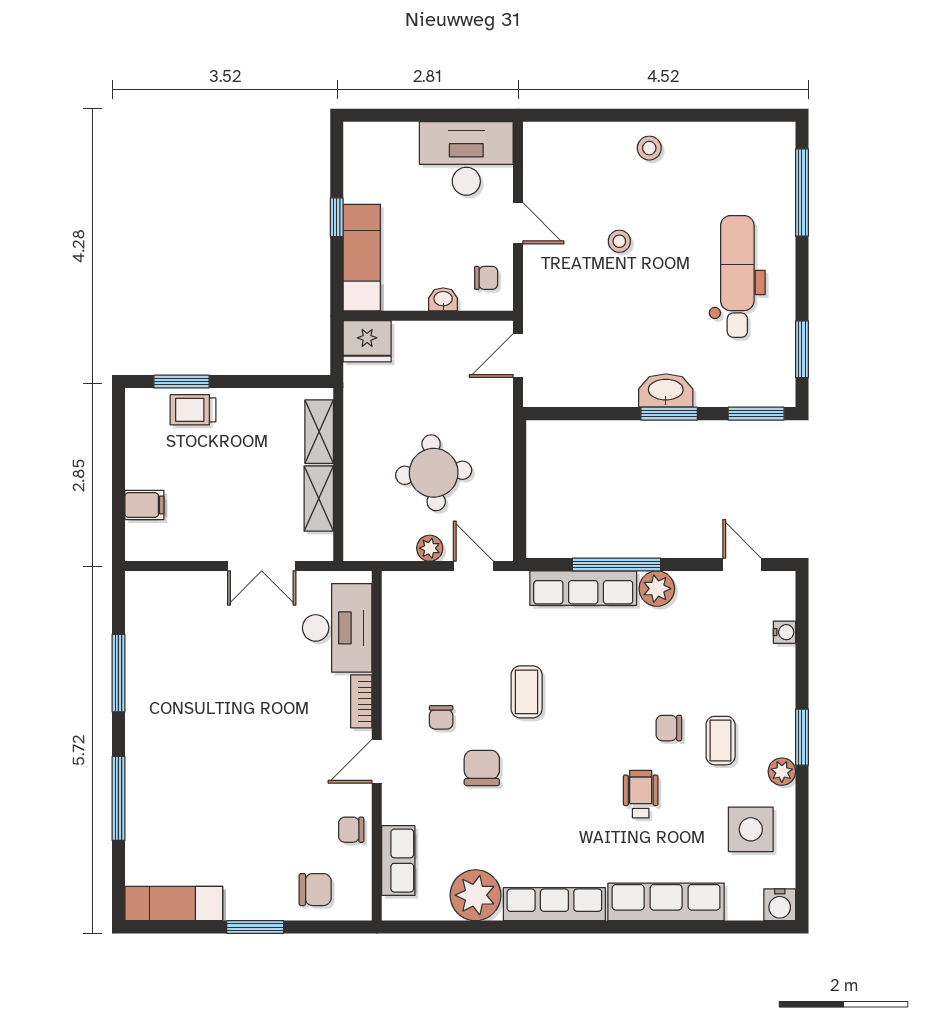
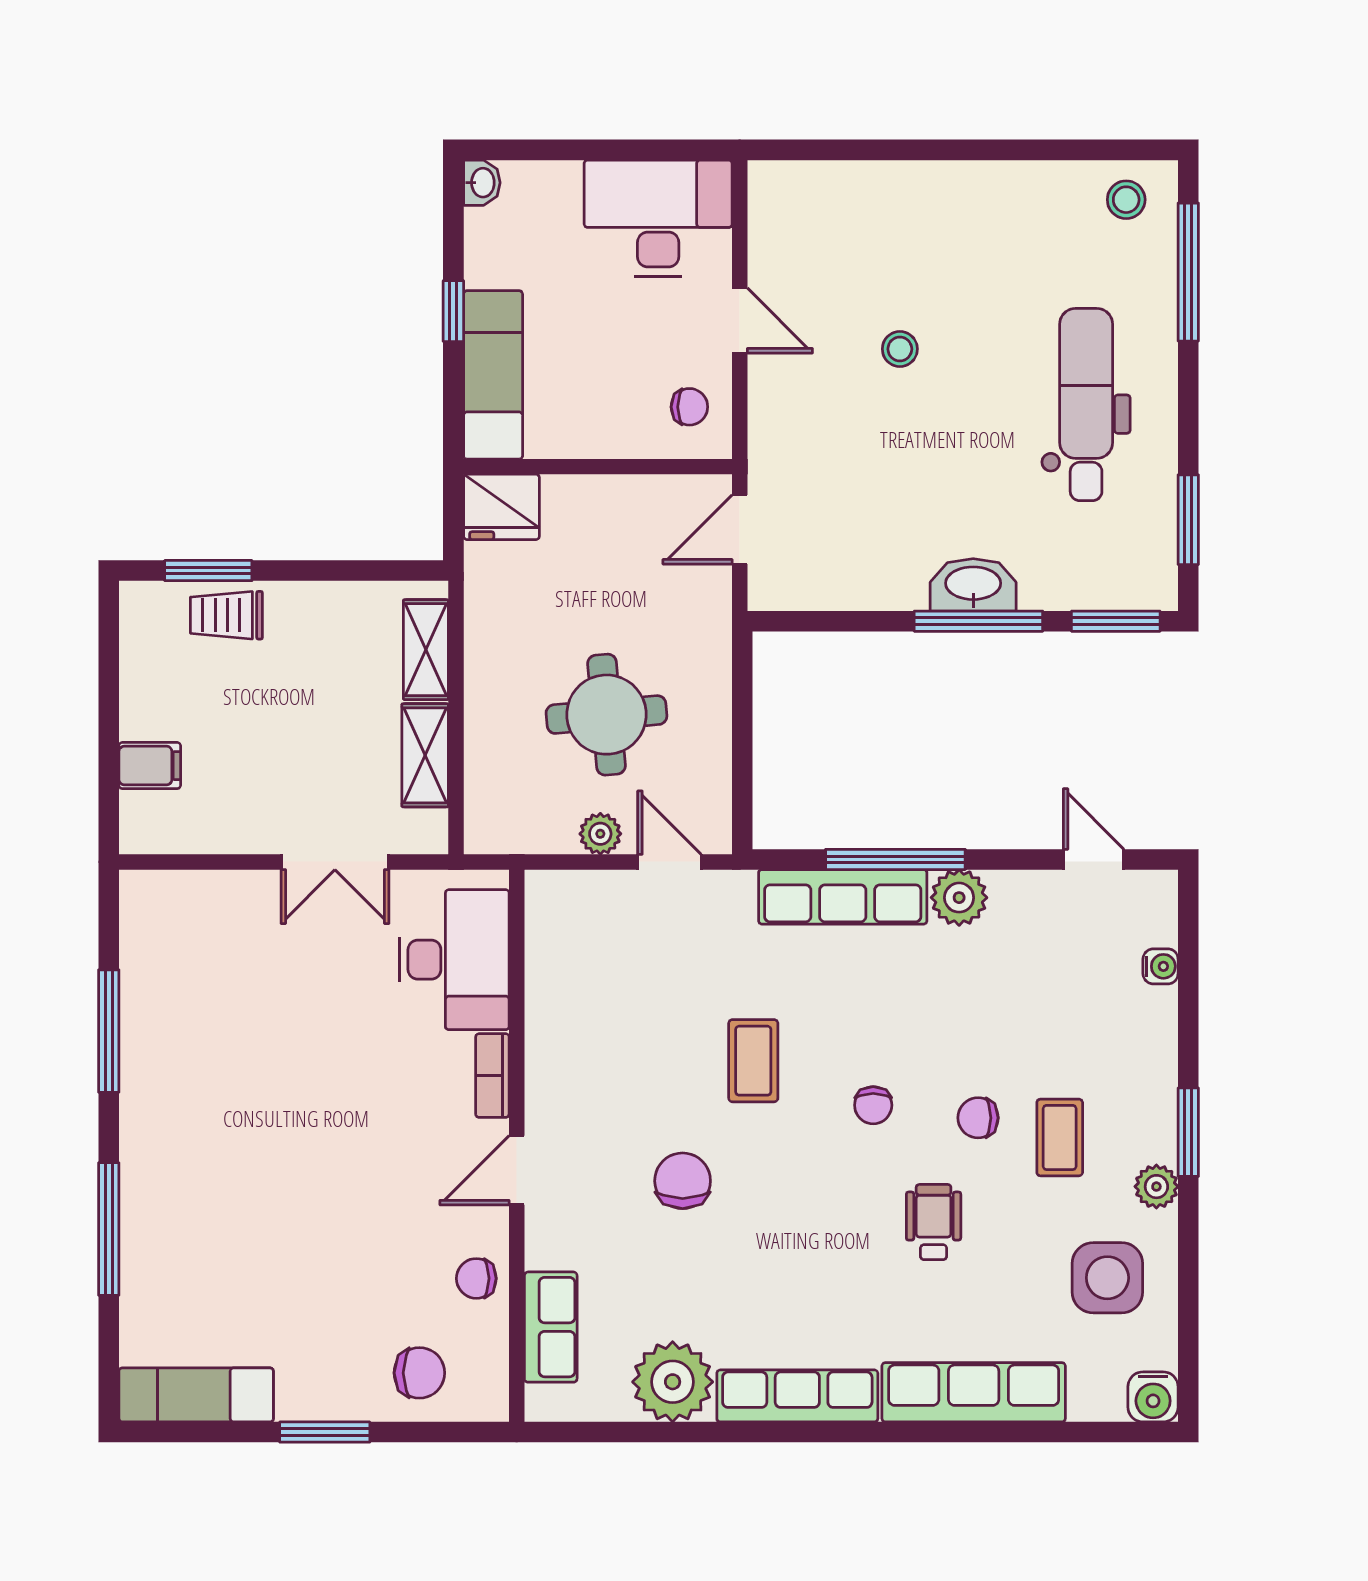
stool: (649, 148) -> (1126, 200), moved
washbasin: (443, 299) -> (482, 183), moved, turned 90
window: (669, 414) -> (978, 621), width x1.44
chair: (441, 717) -> (873, 1105), moved

